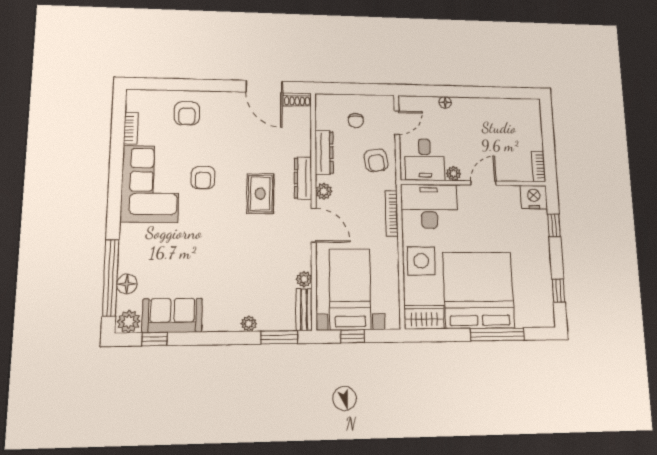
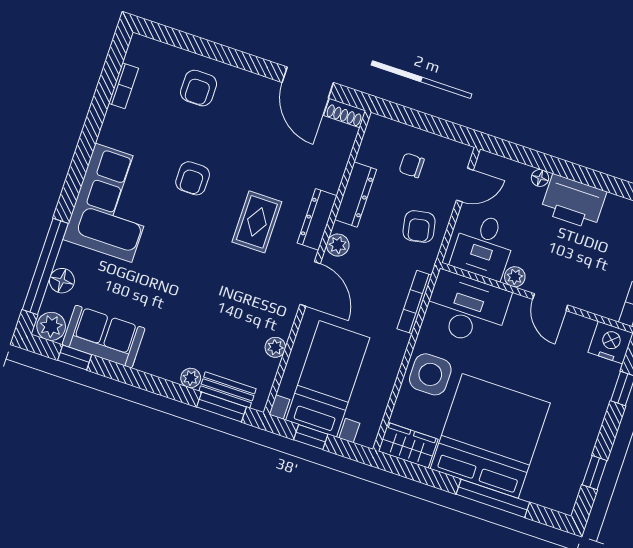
printer: (473, 111) -> (573, 202), added
chair: (356, 121) -> (412, 165), turned 90
door: (483, 183) -> (550, 302), swing flipped
corner sofa: (150, 184) -> (113, 203), moved
bench: (304, 310) -> (228, 390), moved, turned 90

